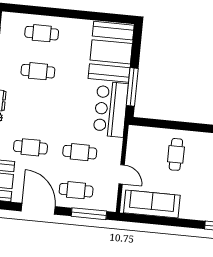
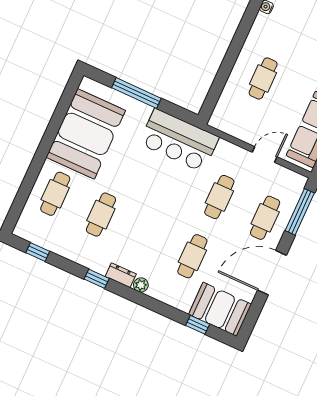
booth: (111, 52) -> (86, 134), moved, turned 90
window: (132, 87) -> (136, 93), moved
cafe table: (176, 154) -> (263, 78), turned 90

